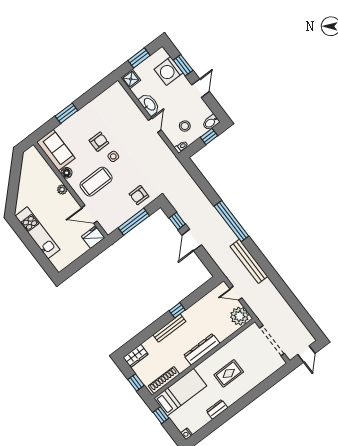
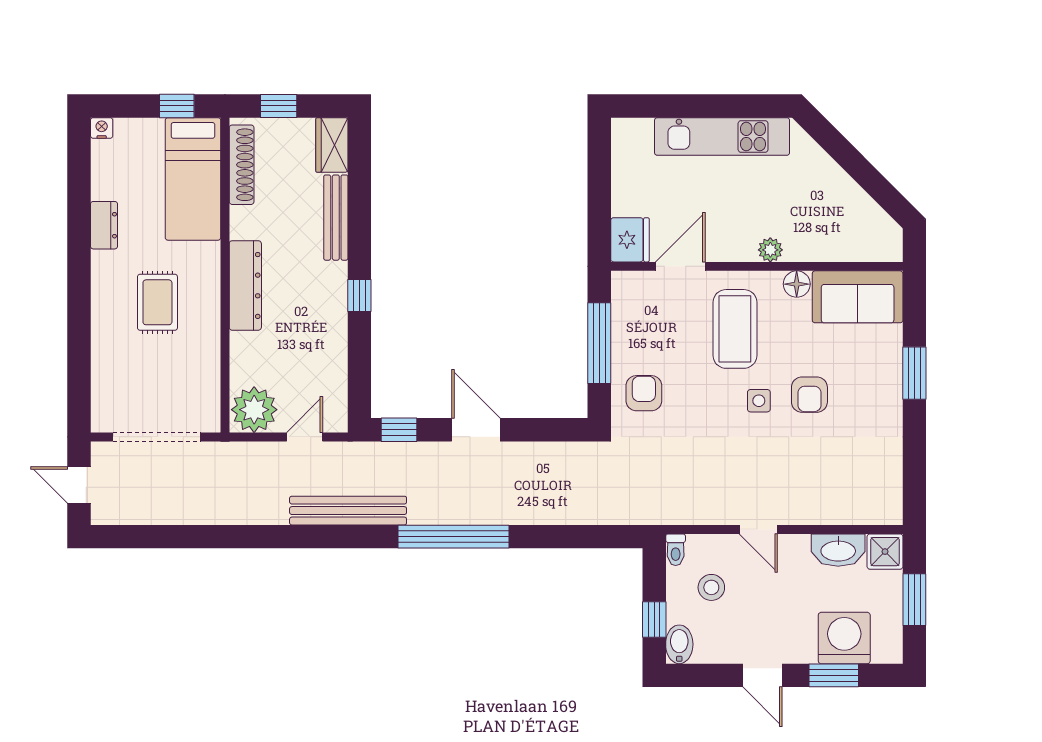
washbasin: (149, 104) -> (838, 550), moved
window: (177, 221) -> (399, 430), moved
bench: (169, 328) -> (336, 218), moved

